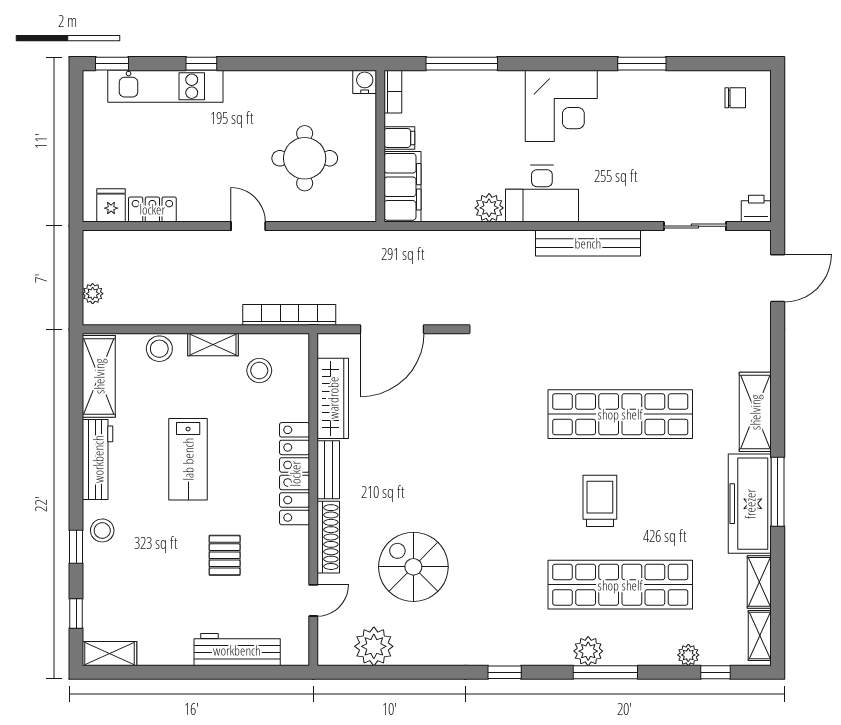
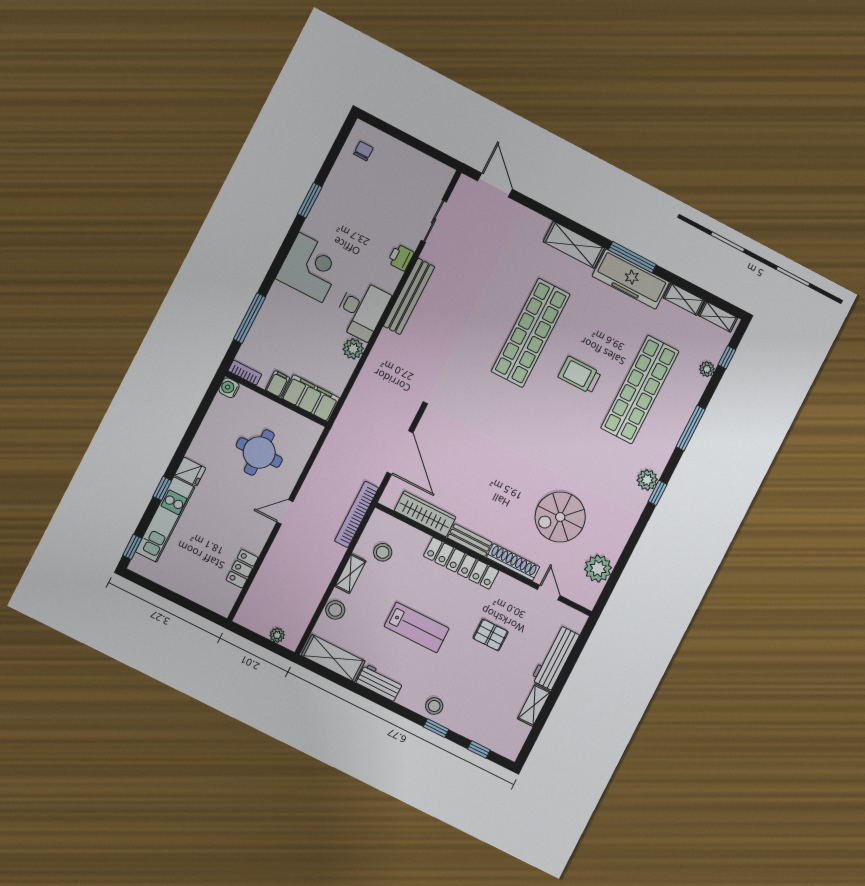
fridge: (111, 205) -> (190, 472), moved, turned 180
printer: (756, 209) -> (401, 257), moved
workbench: (98, 459) -> (380, 683), width x0.73
plant: (588, 651) -> (647, 480), moved
shelving: (110, 654) -> (534, 705), moved

